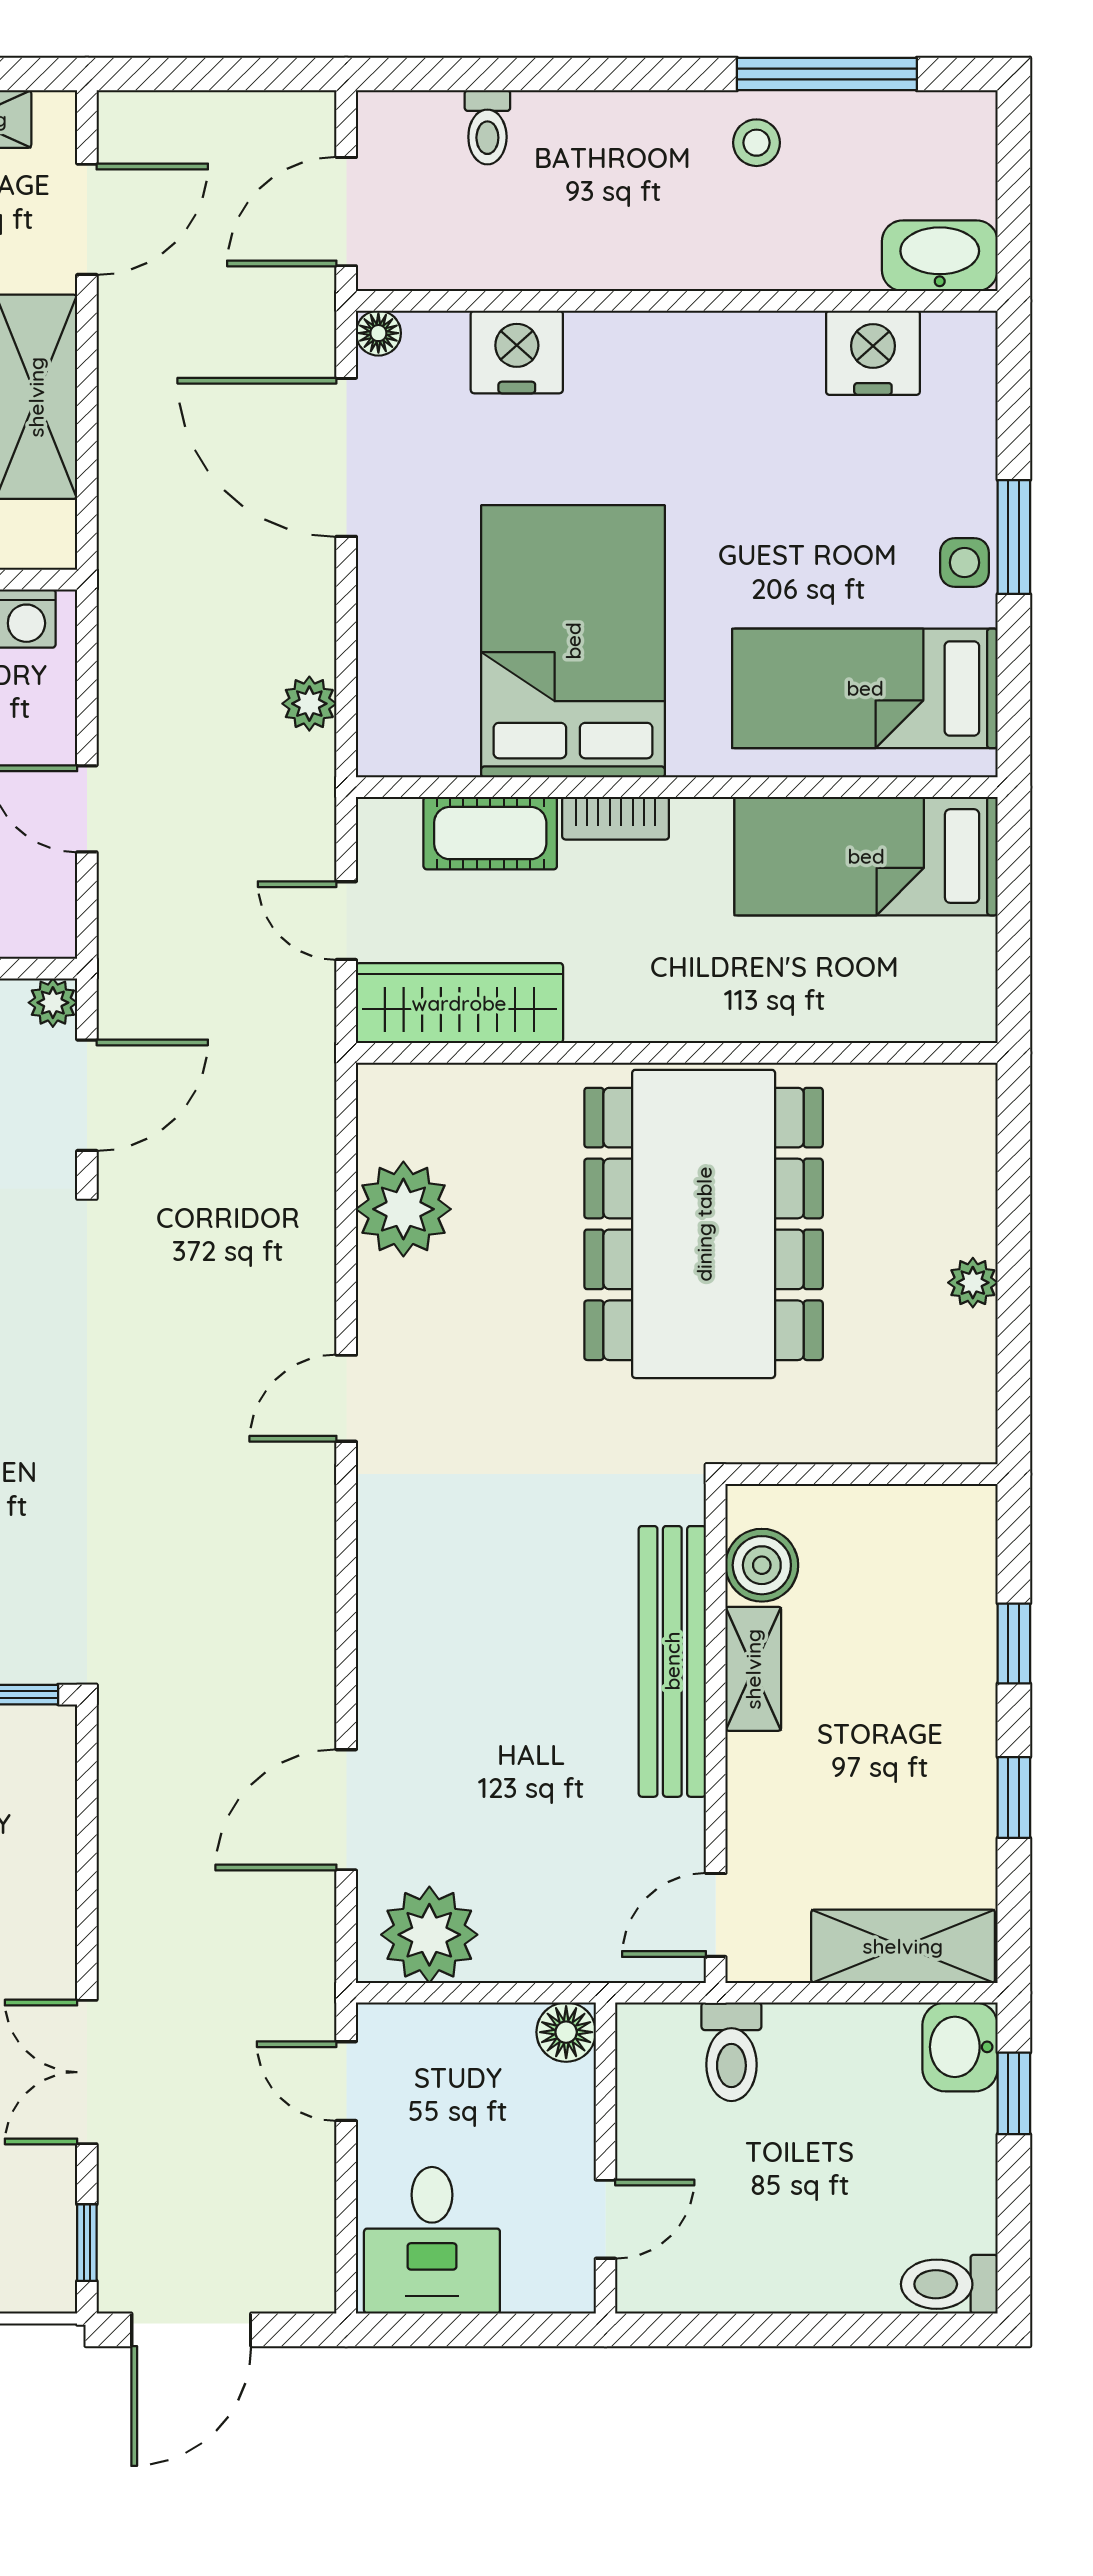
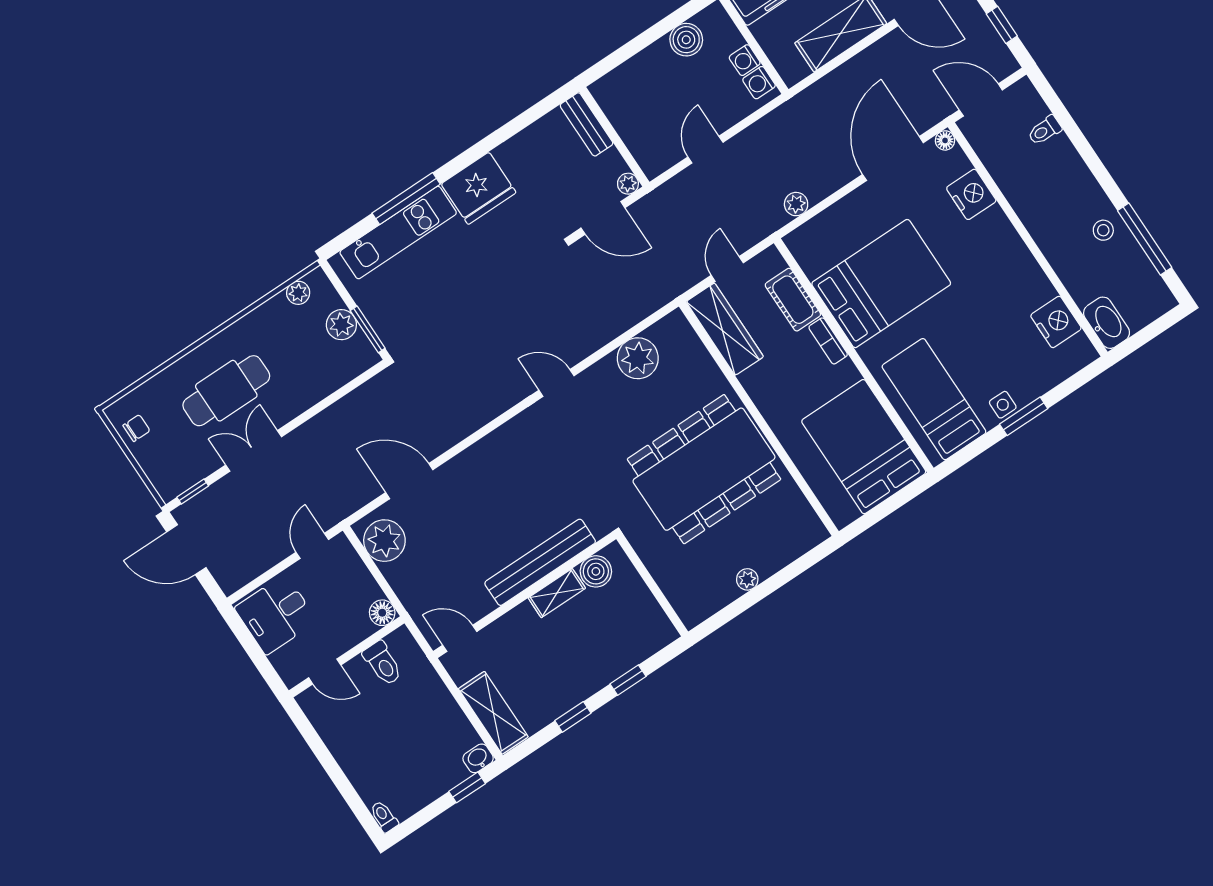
window: (228, 74) -> (1002, 25), added
bed: (866, 856) -> (864, 447), width x1.50
washbasin: (960, 2047) -> (478, 758), width x0.72, depth x0.69
toilet: (731, 2052) -> (383, 663), moved, turned -90
toilet: (949, 2284) -> (384, 817), width x0.73, depth x0.72

